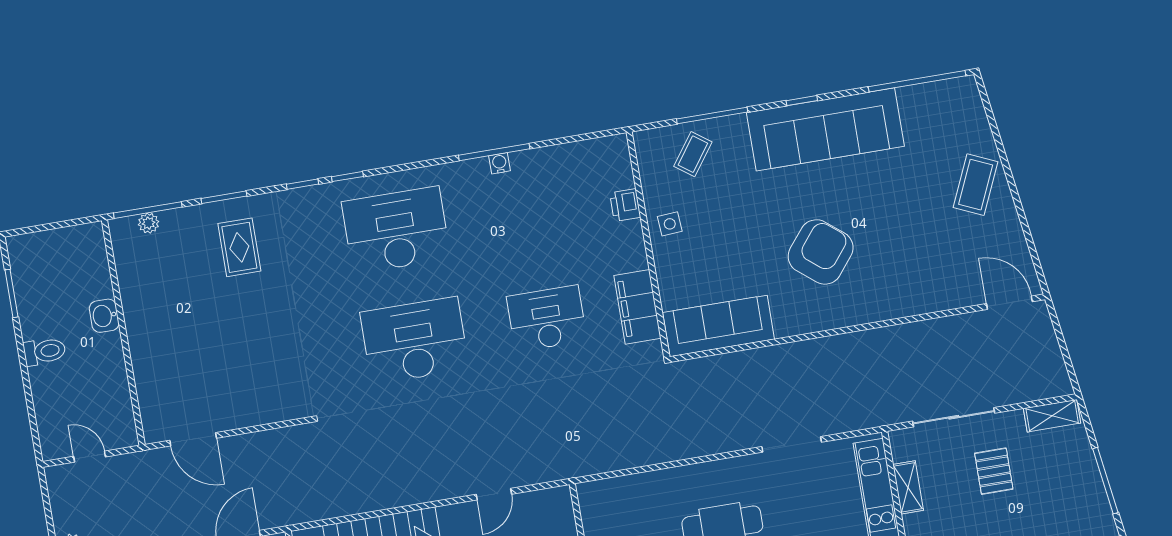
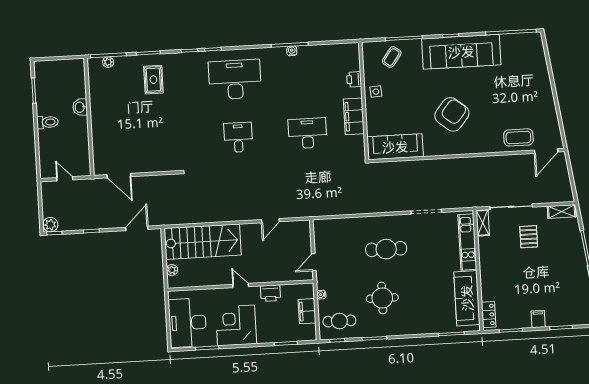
coffee table: (976, 185) -> (518, 137), moved, turned 66
door: (1009, 303) -> (546, 151), swing flipped
filing cabinet: (637, 307) -> (354, 116), moved
desk: (415, 341) -> (238, 137), width x0.53, depth x0.77
shelving: (908, 487) -> (483, 223), moved

